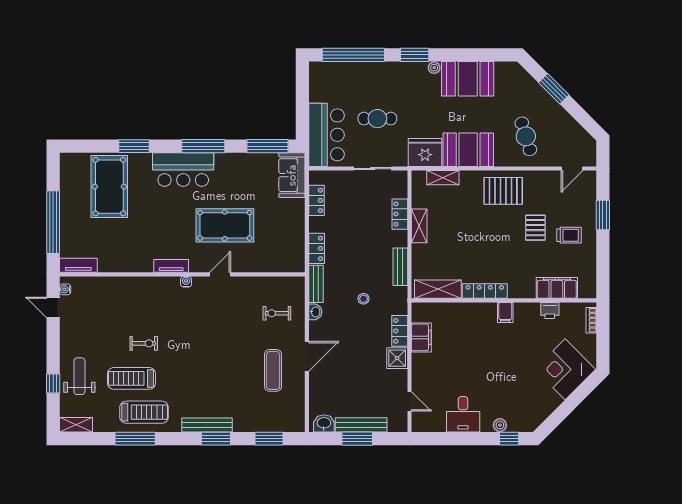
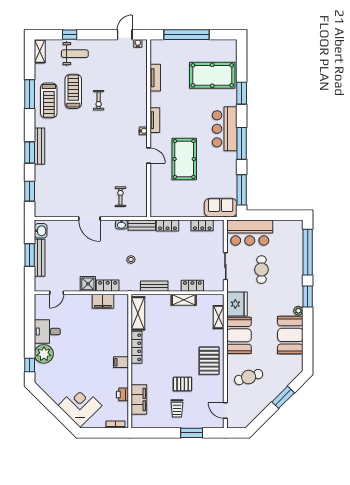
tv unit: (78, 265) -> (155, 78), moved
exercise mat: (273, 370) -> (79, 194), removed
plant: (500, 425) -> (44, 354), width x1.87, depth x1.87

